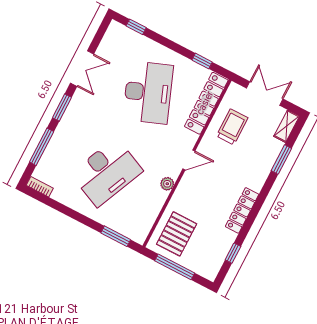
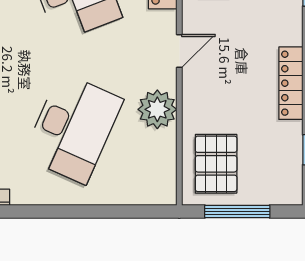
plant: (167, 184) -> (157, 109), width x1.88, depth x1.88
window: (116, 236) -> (132, 211), removed

